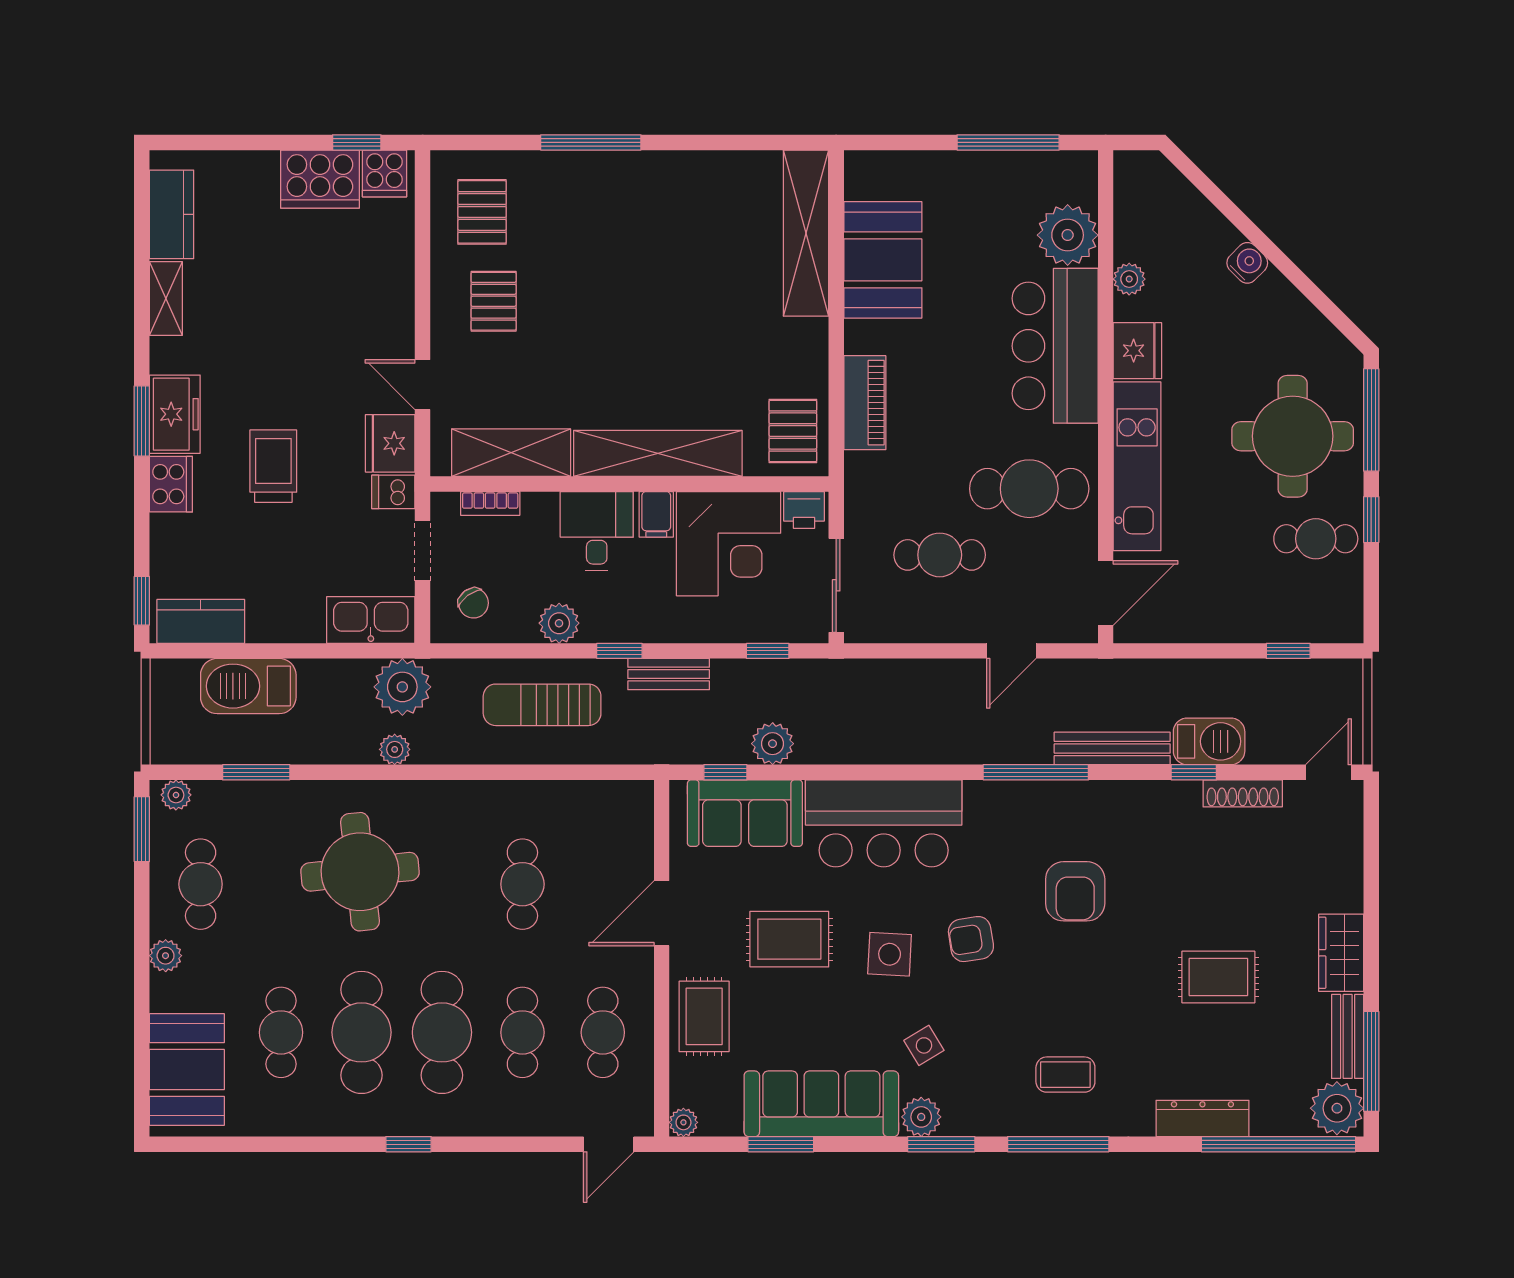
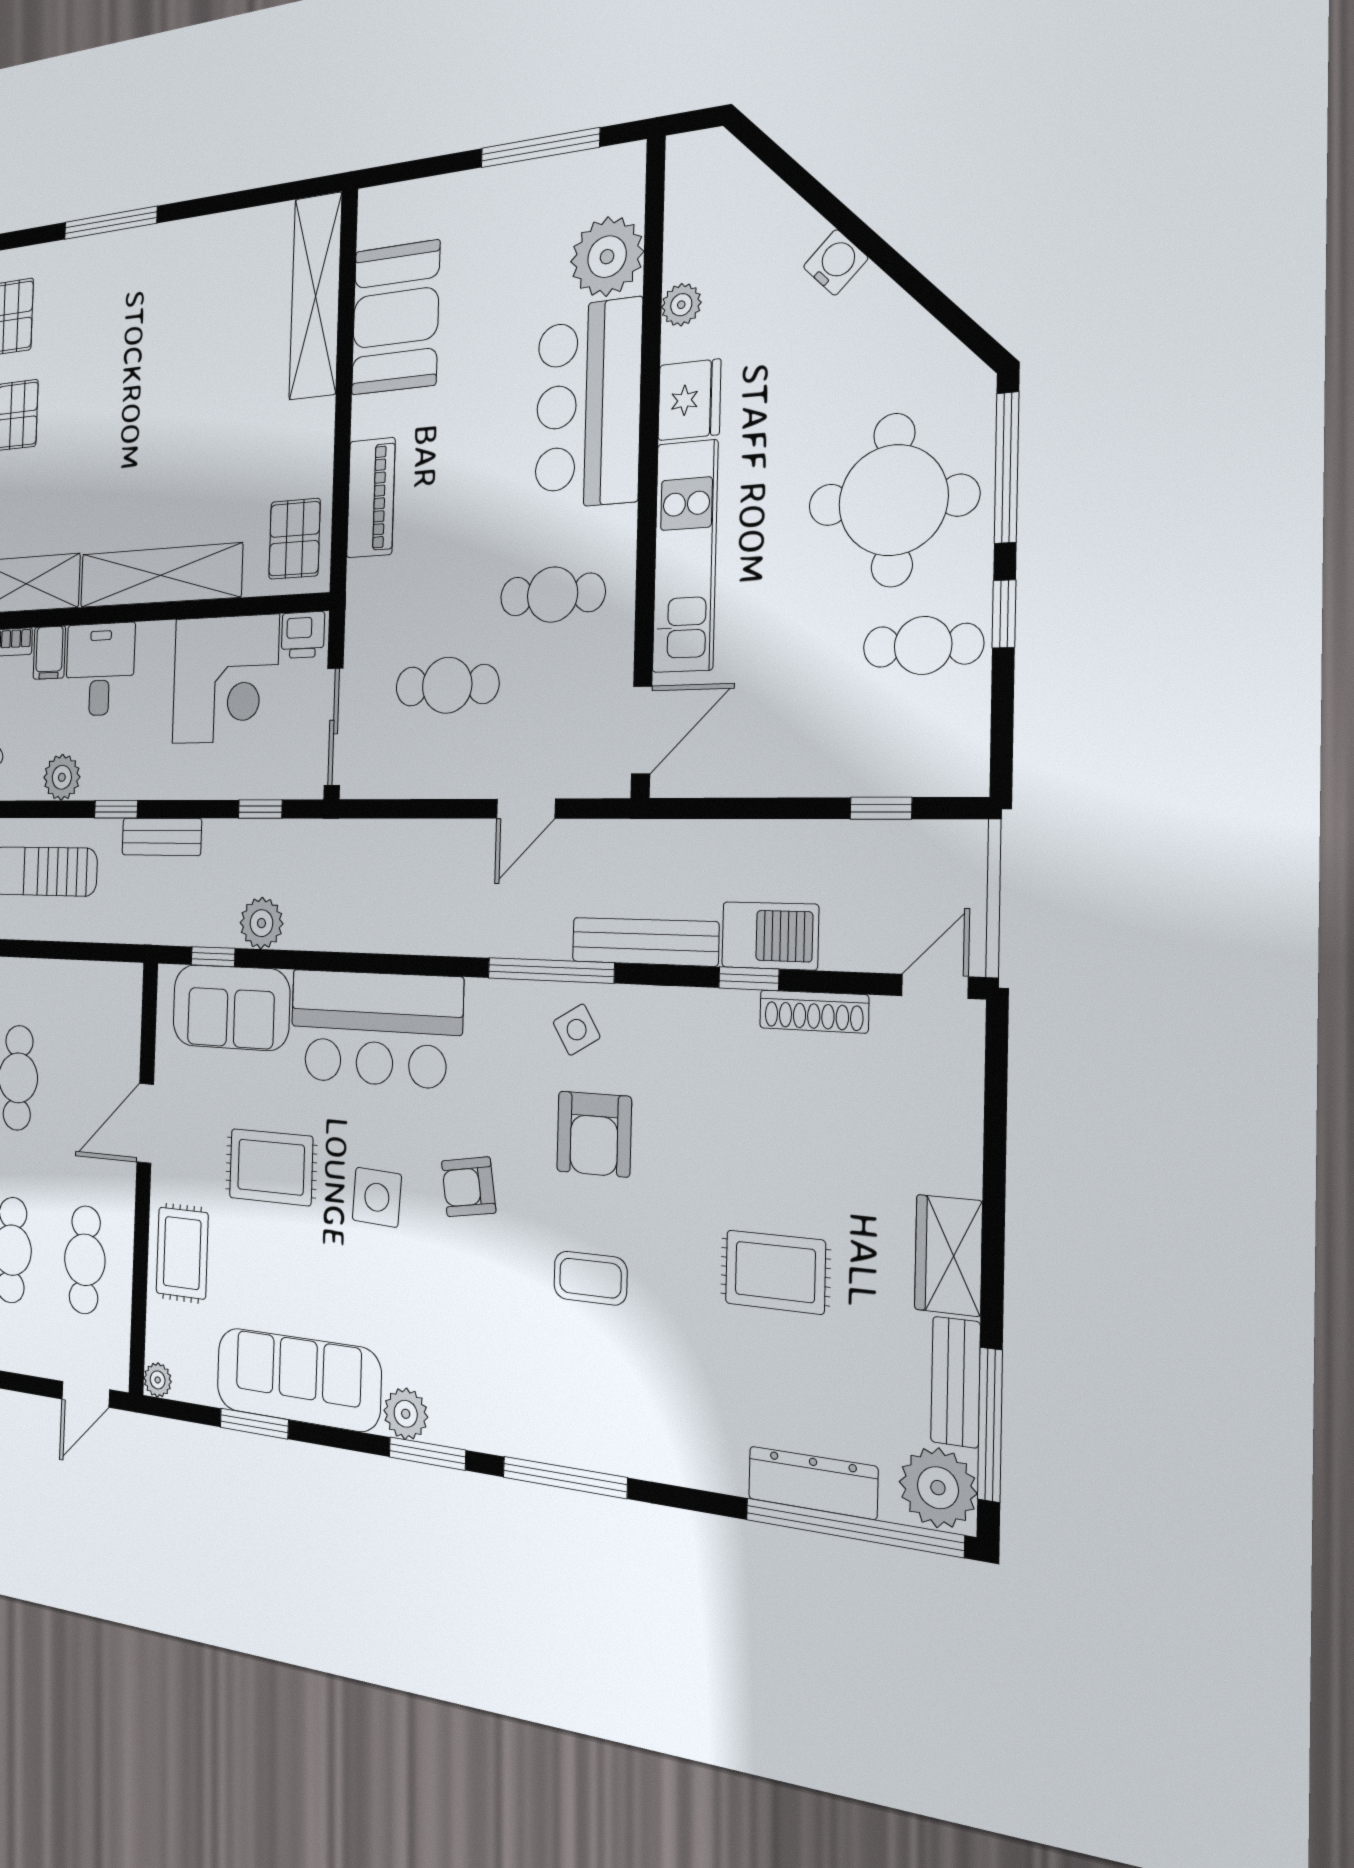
cafe table: (1029, 489) -> (553, 594), width x0.73, depth x0.74
filing cabinet: (656, 514) -> (49, 653), moved
side table: (924, 1045) -> (577, 1030), moved
coffee table: (1065, 1075) -> (590, 1278), moved
dresser: (1202, 1118) -> (813, 1483), moved

